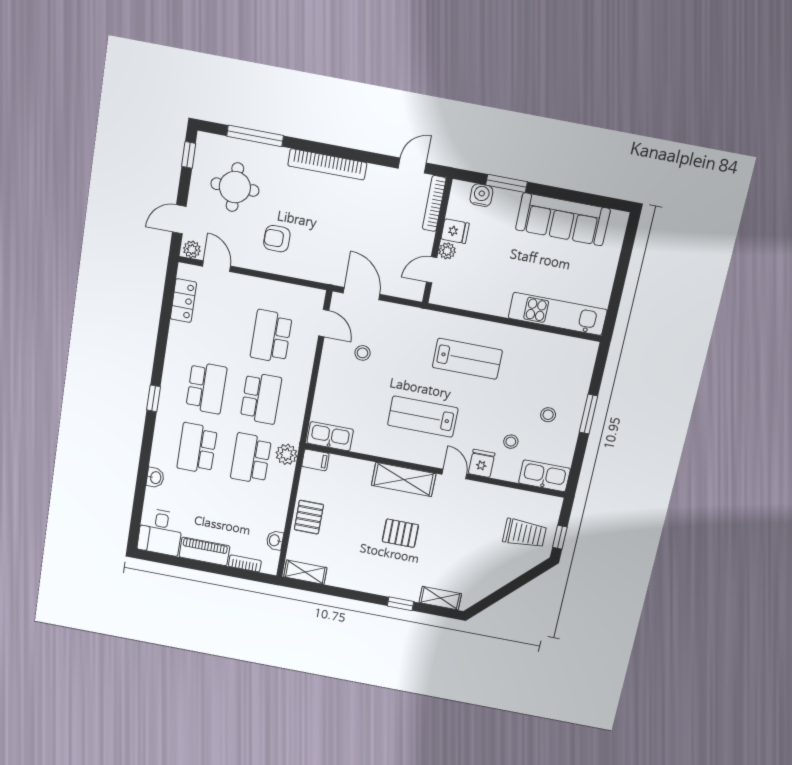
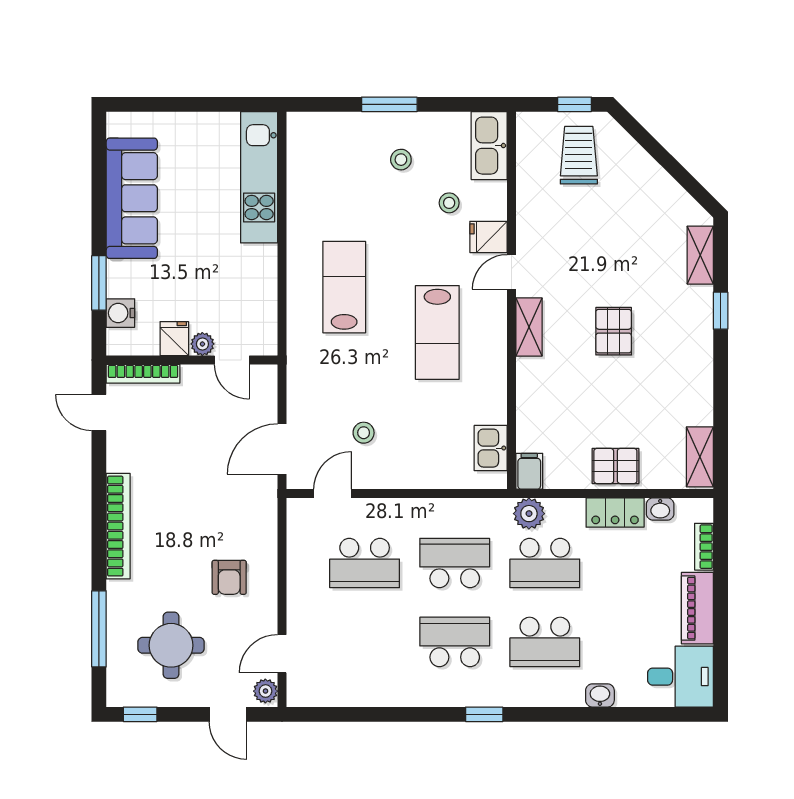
locker: (183, 301) -> (615, 513), moved, turned 180
kitchen sink: (330, 436) -> (491, 448), width x0.73
shelving: (404, 479) -> (529, 327), width x0.67, depth x0.75

